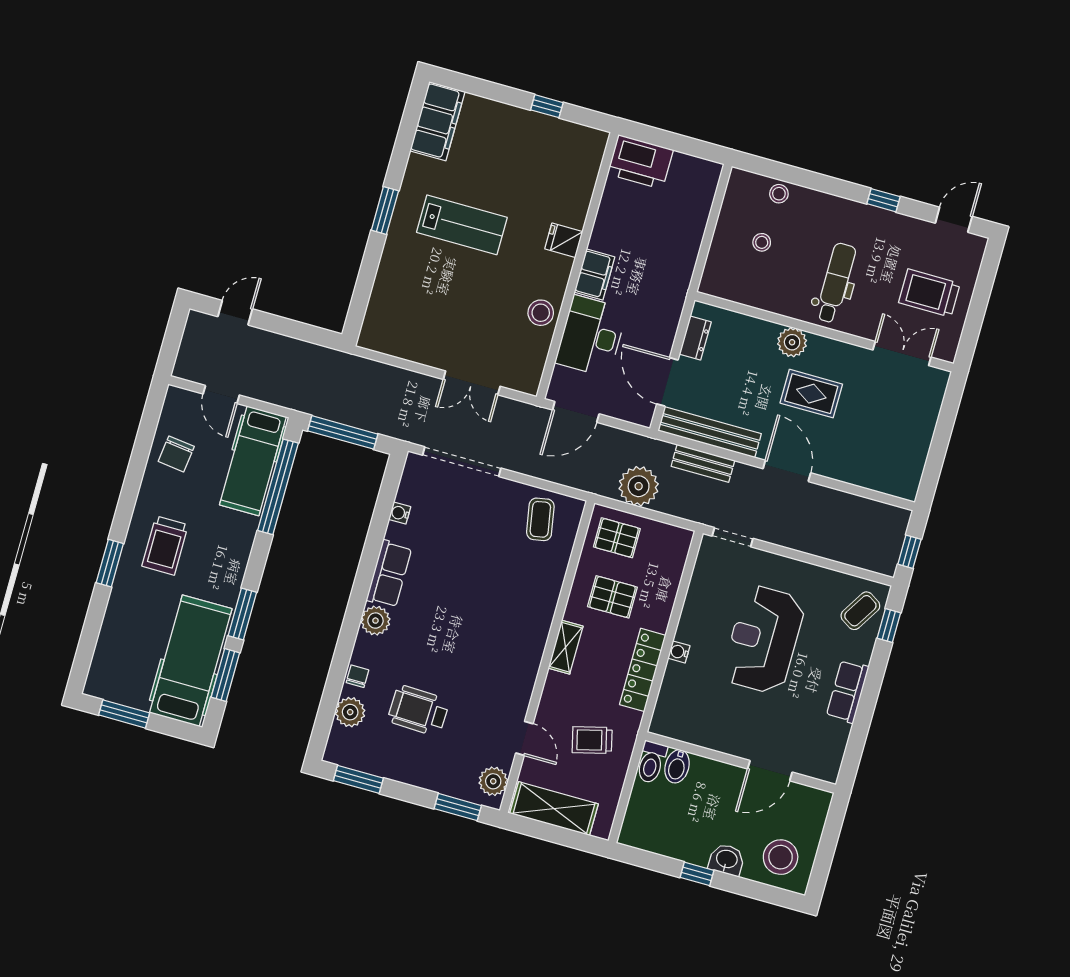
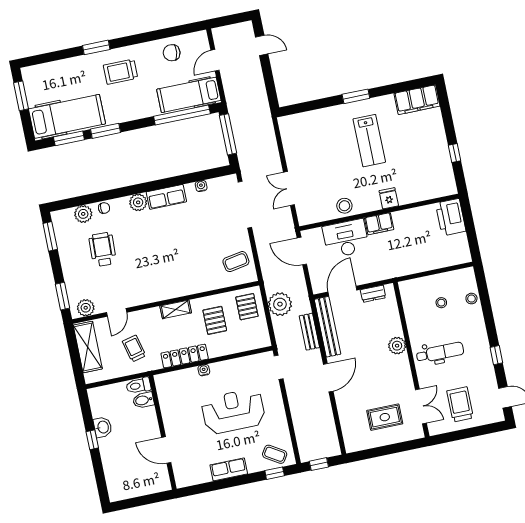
rug: (811, 394) -> (385, 417), moved, turned 90
stool: (781, 857) -> (124, 479), removed
washbasin: (727, 860) -> (103, 427), moved

